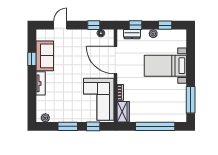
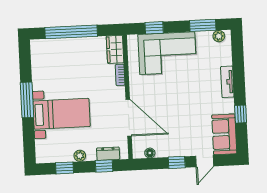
window: (94, 25) -> (177, 162), moved
sofa: (45, 56) -> (224, 134), moved
corner sofa: (99, 99) -> (167, 53), moved, turned 90
window: (191, 100) -> (27, 100), moved
window: (68, 126) -> (203, 25), moved

